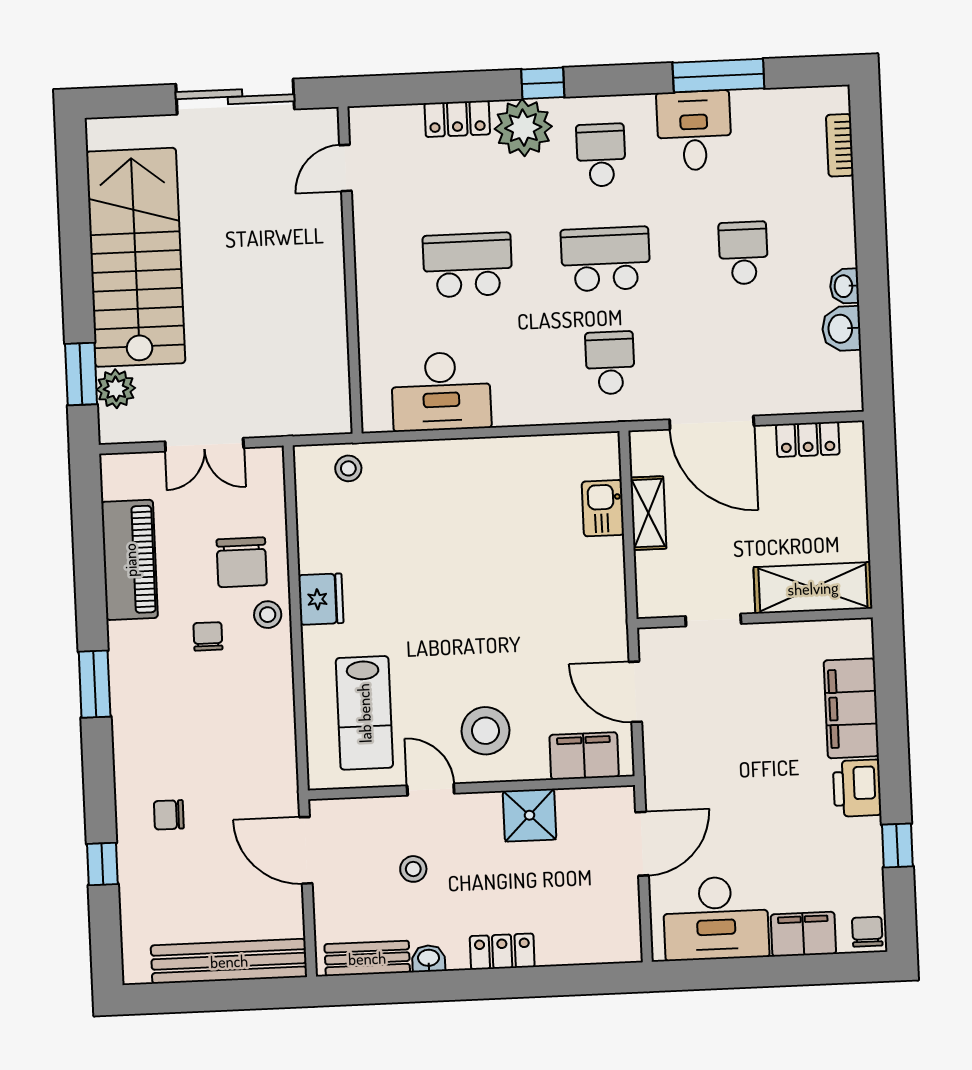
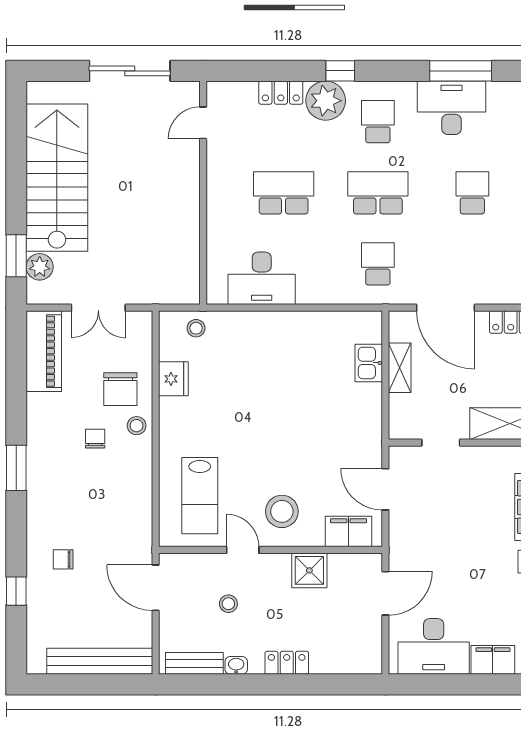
desk: (694, 131) -> (452, 108), width x1.37
piano: (130, 560) -> (44, 351), moved
fridge: (321, 599) -> (173, 379), moved

